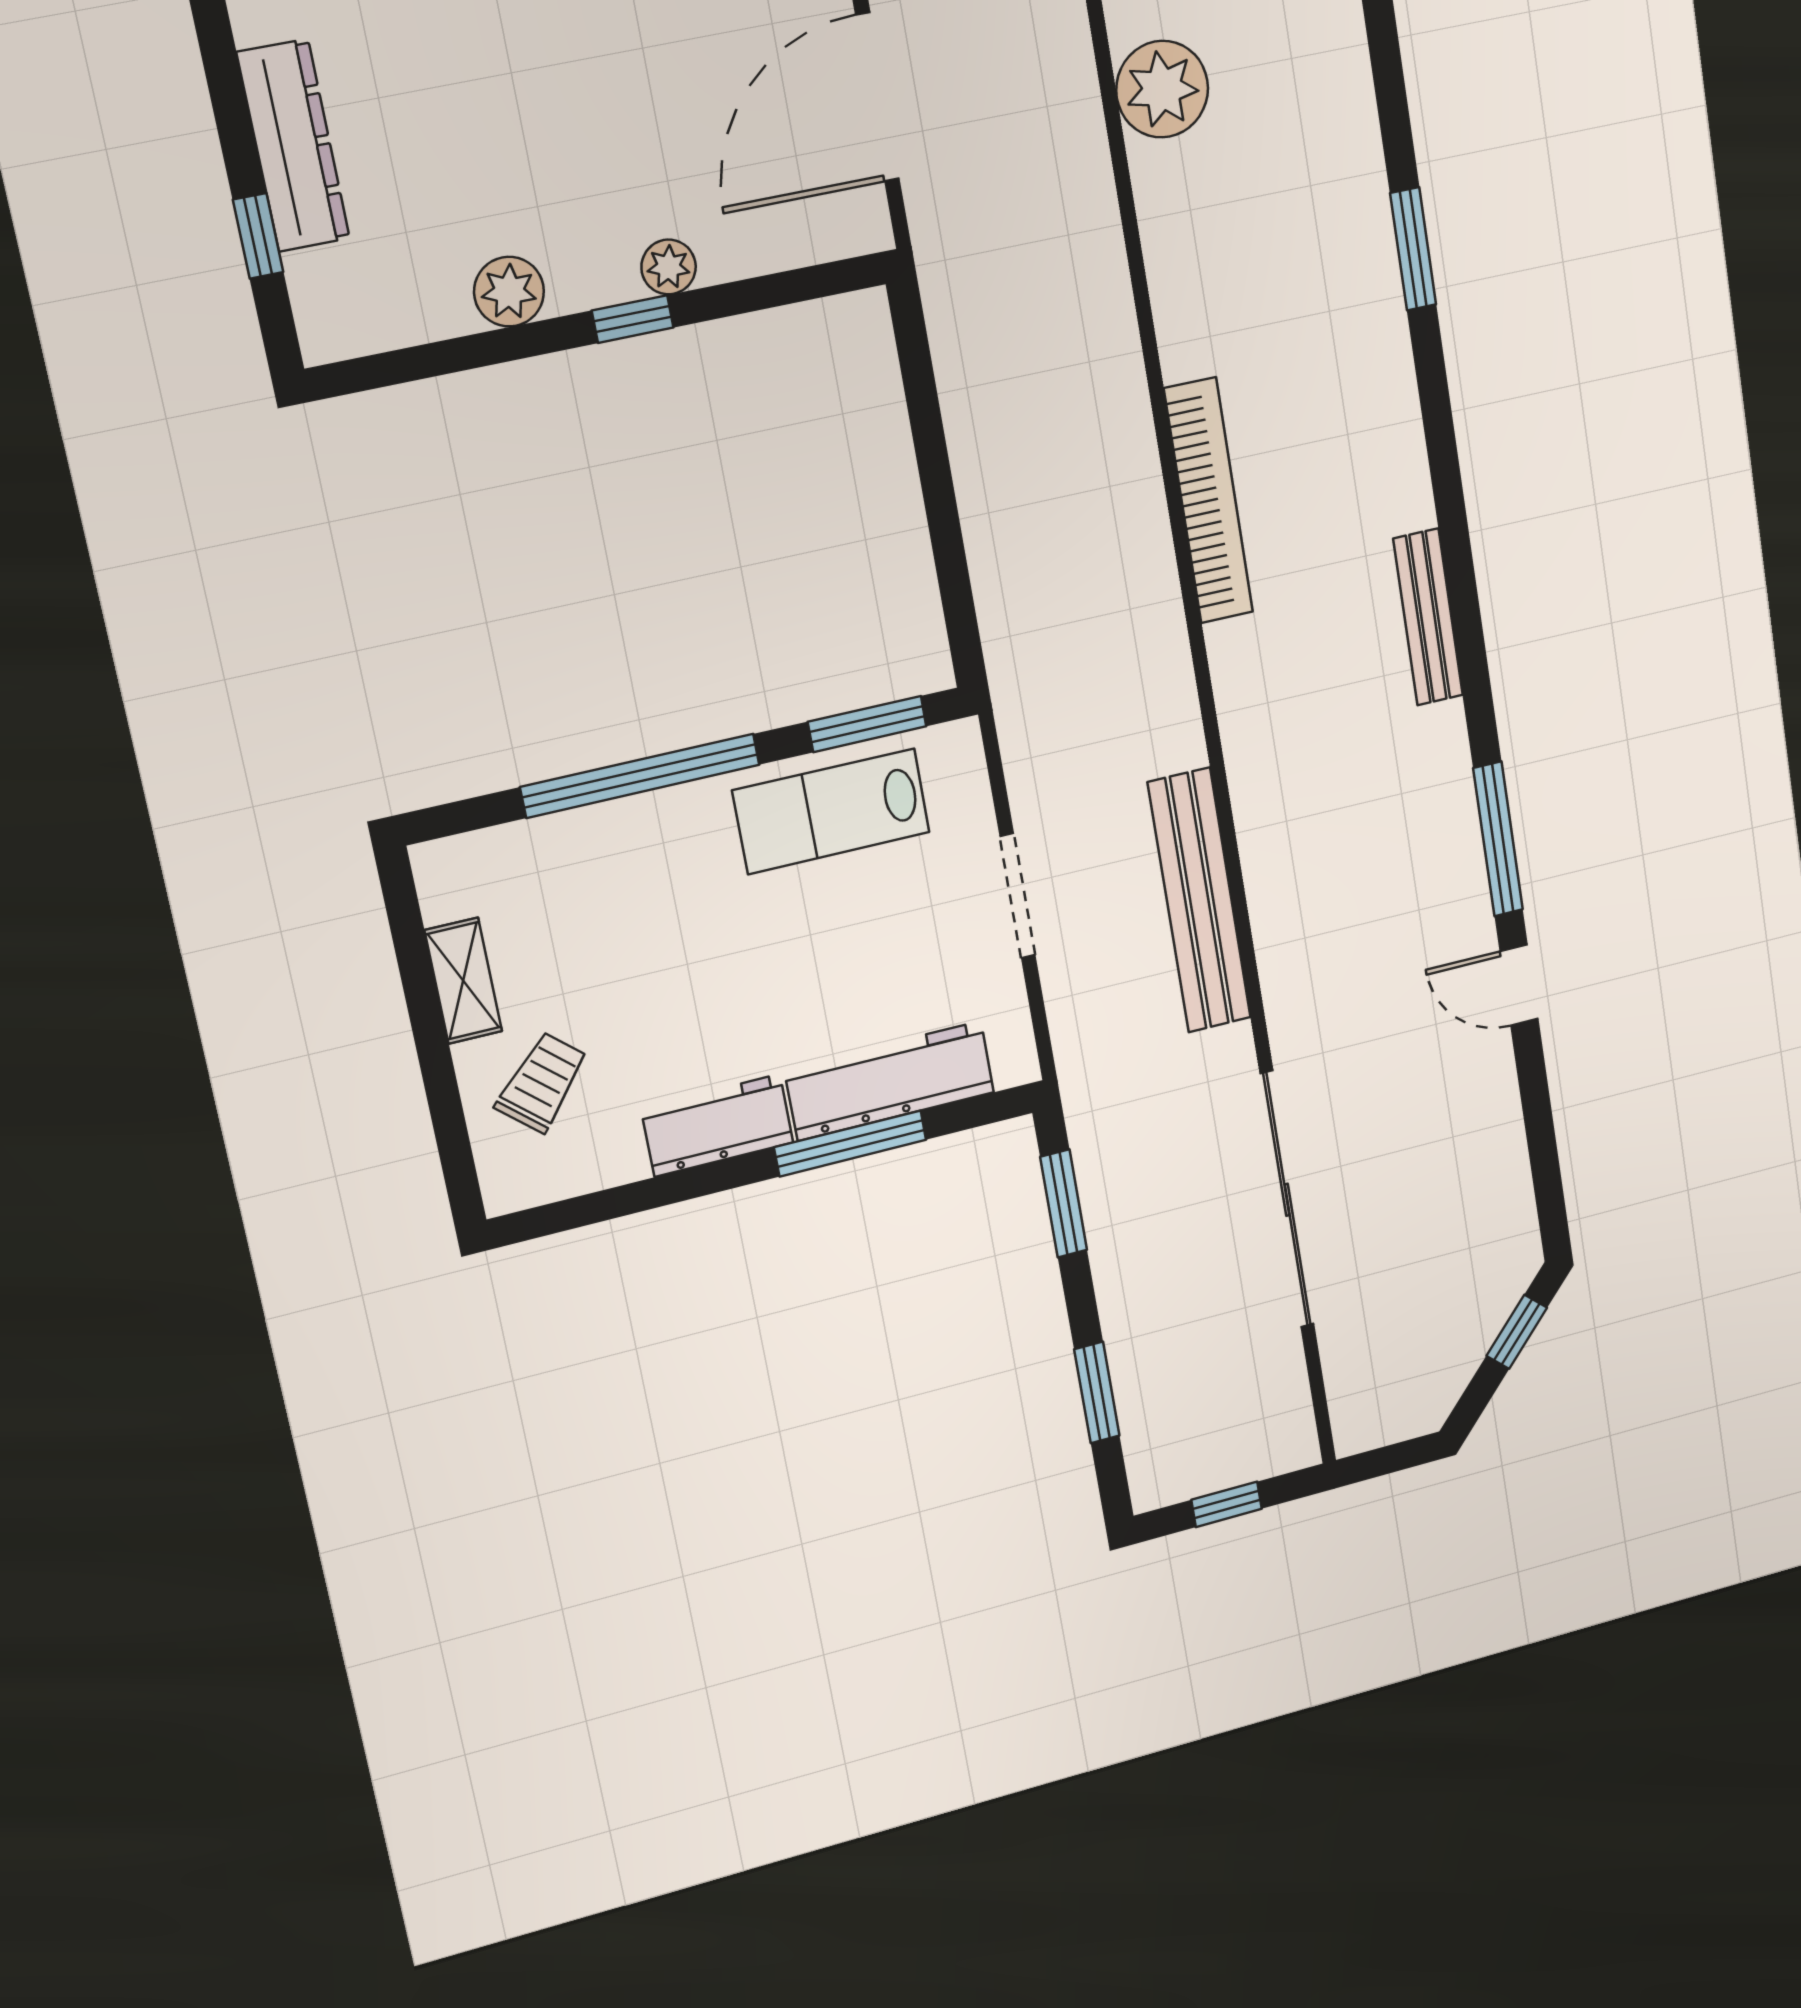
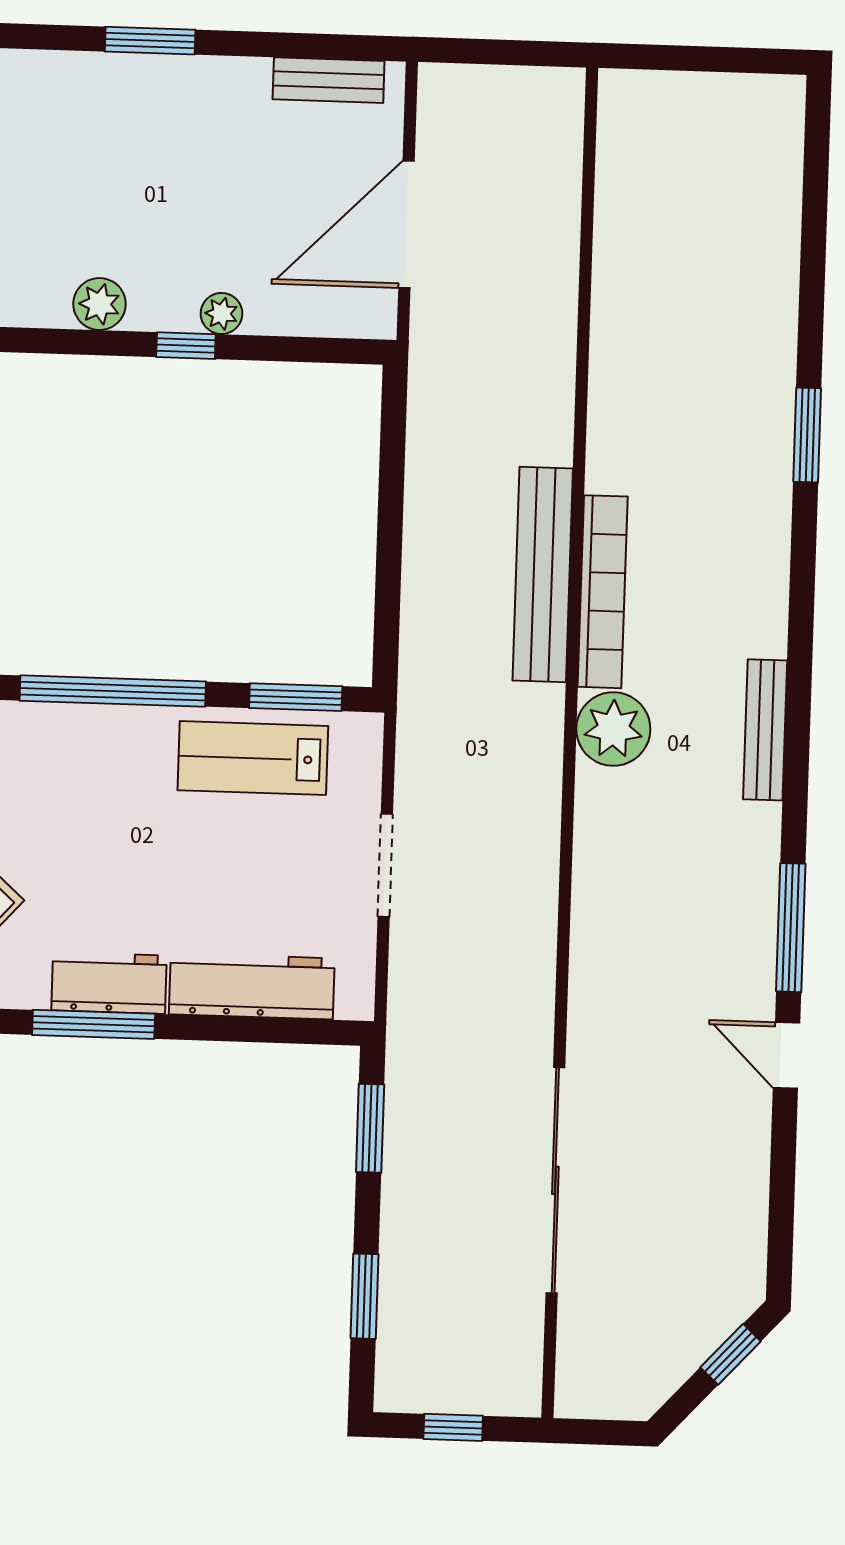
plant: (1162, 89) -> (613, 729), moved
bench: (1199, 901) -> (543, 574), moved
window: (850, 1144) -> (94, 1024), moved

